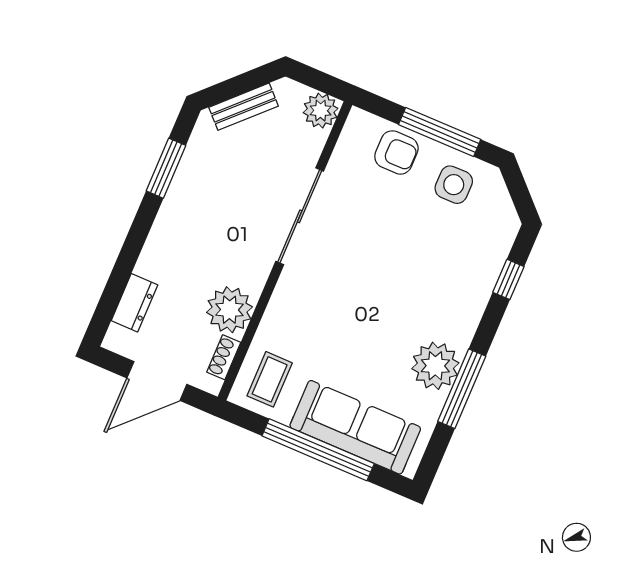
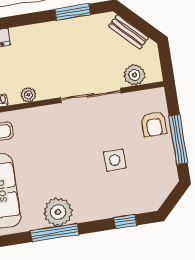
plant: (321, 111) -> (134, 75), moved
side table: (454, 185) -> (115, 160), moved
plant: (229, 310) -> (28, 95), width x0.53, depth x0.53

